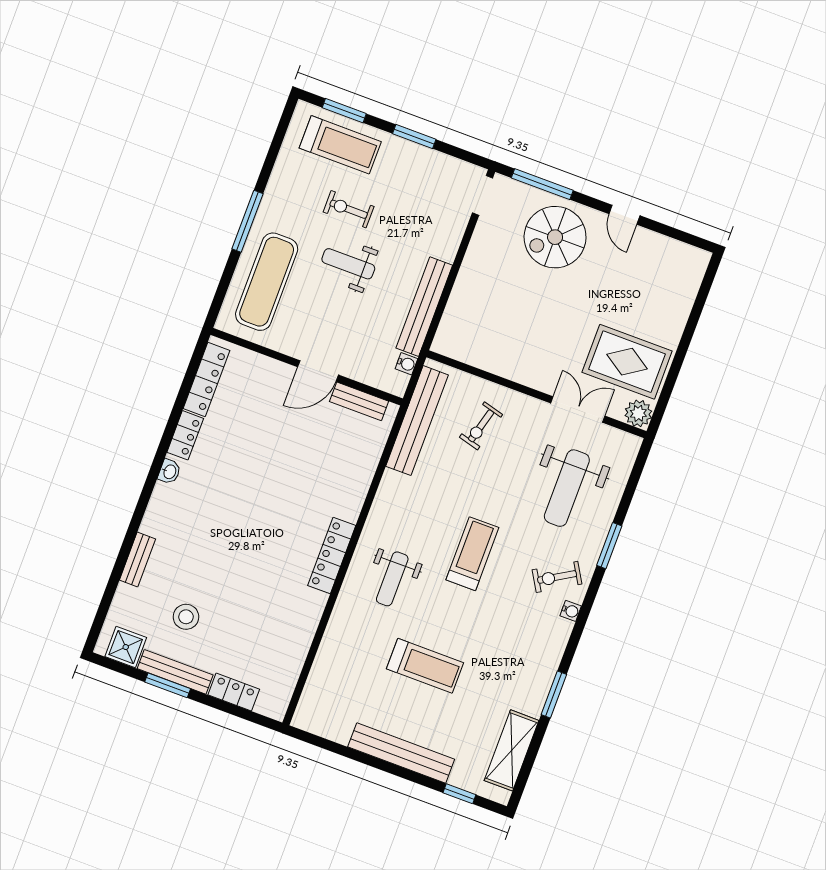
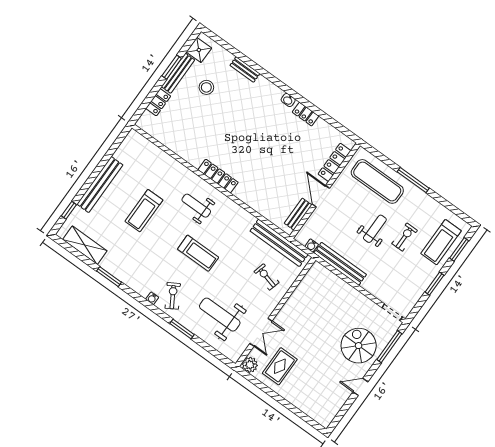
rug: (627, 362) -> (280, 366), width x0.73, depth x0.70
locker: (206, 380) -> (334, 162), moved, turned 90

